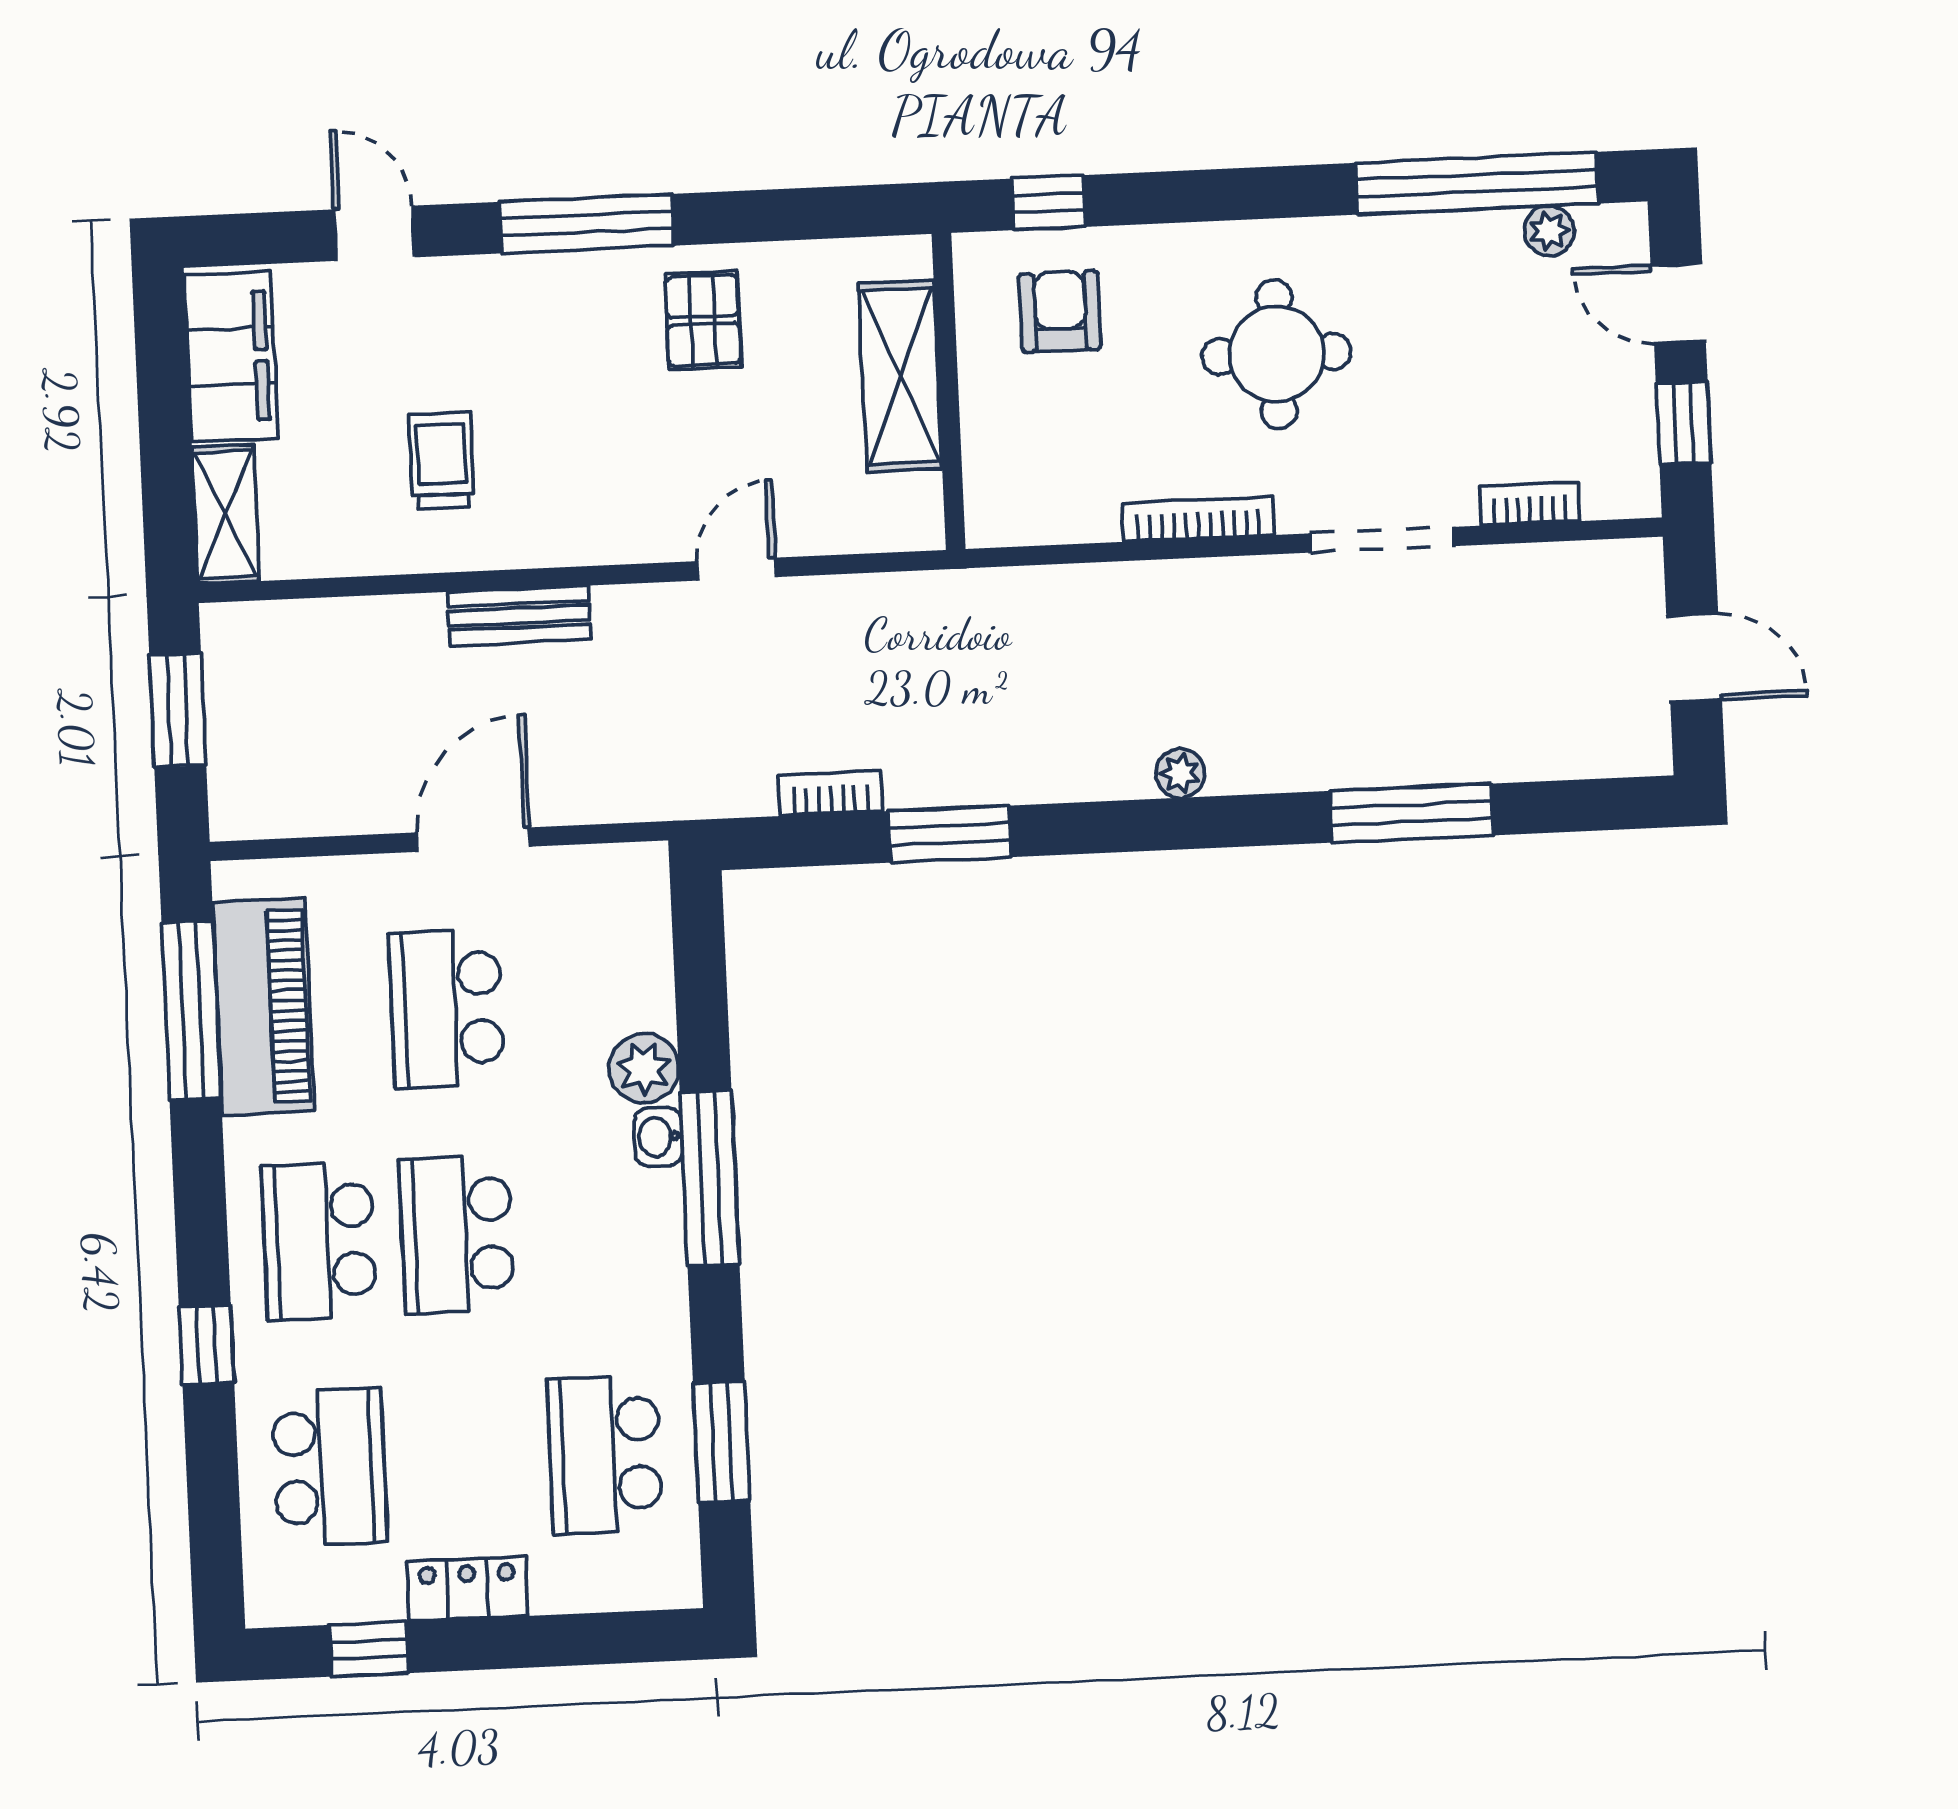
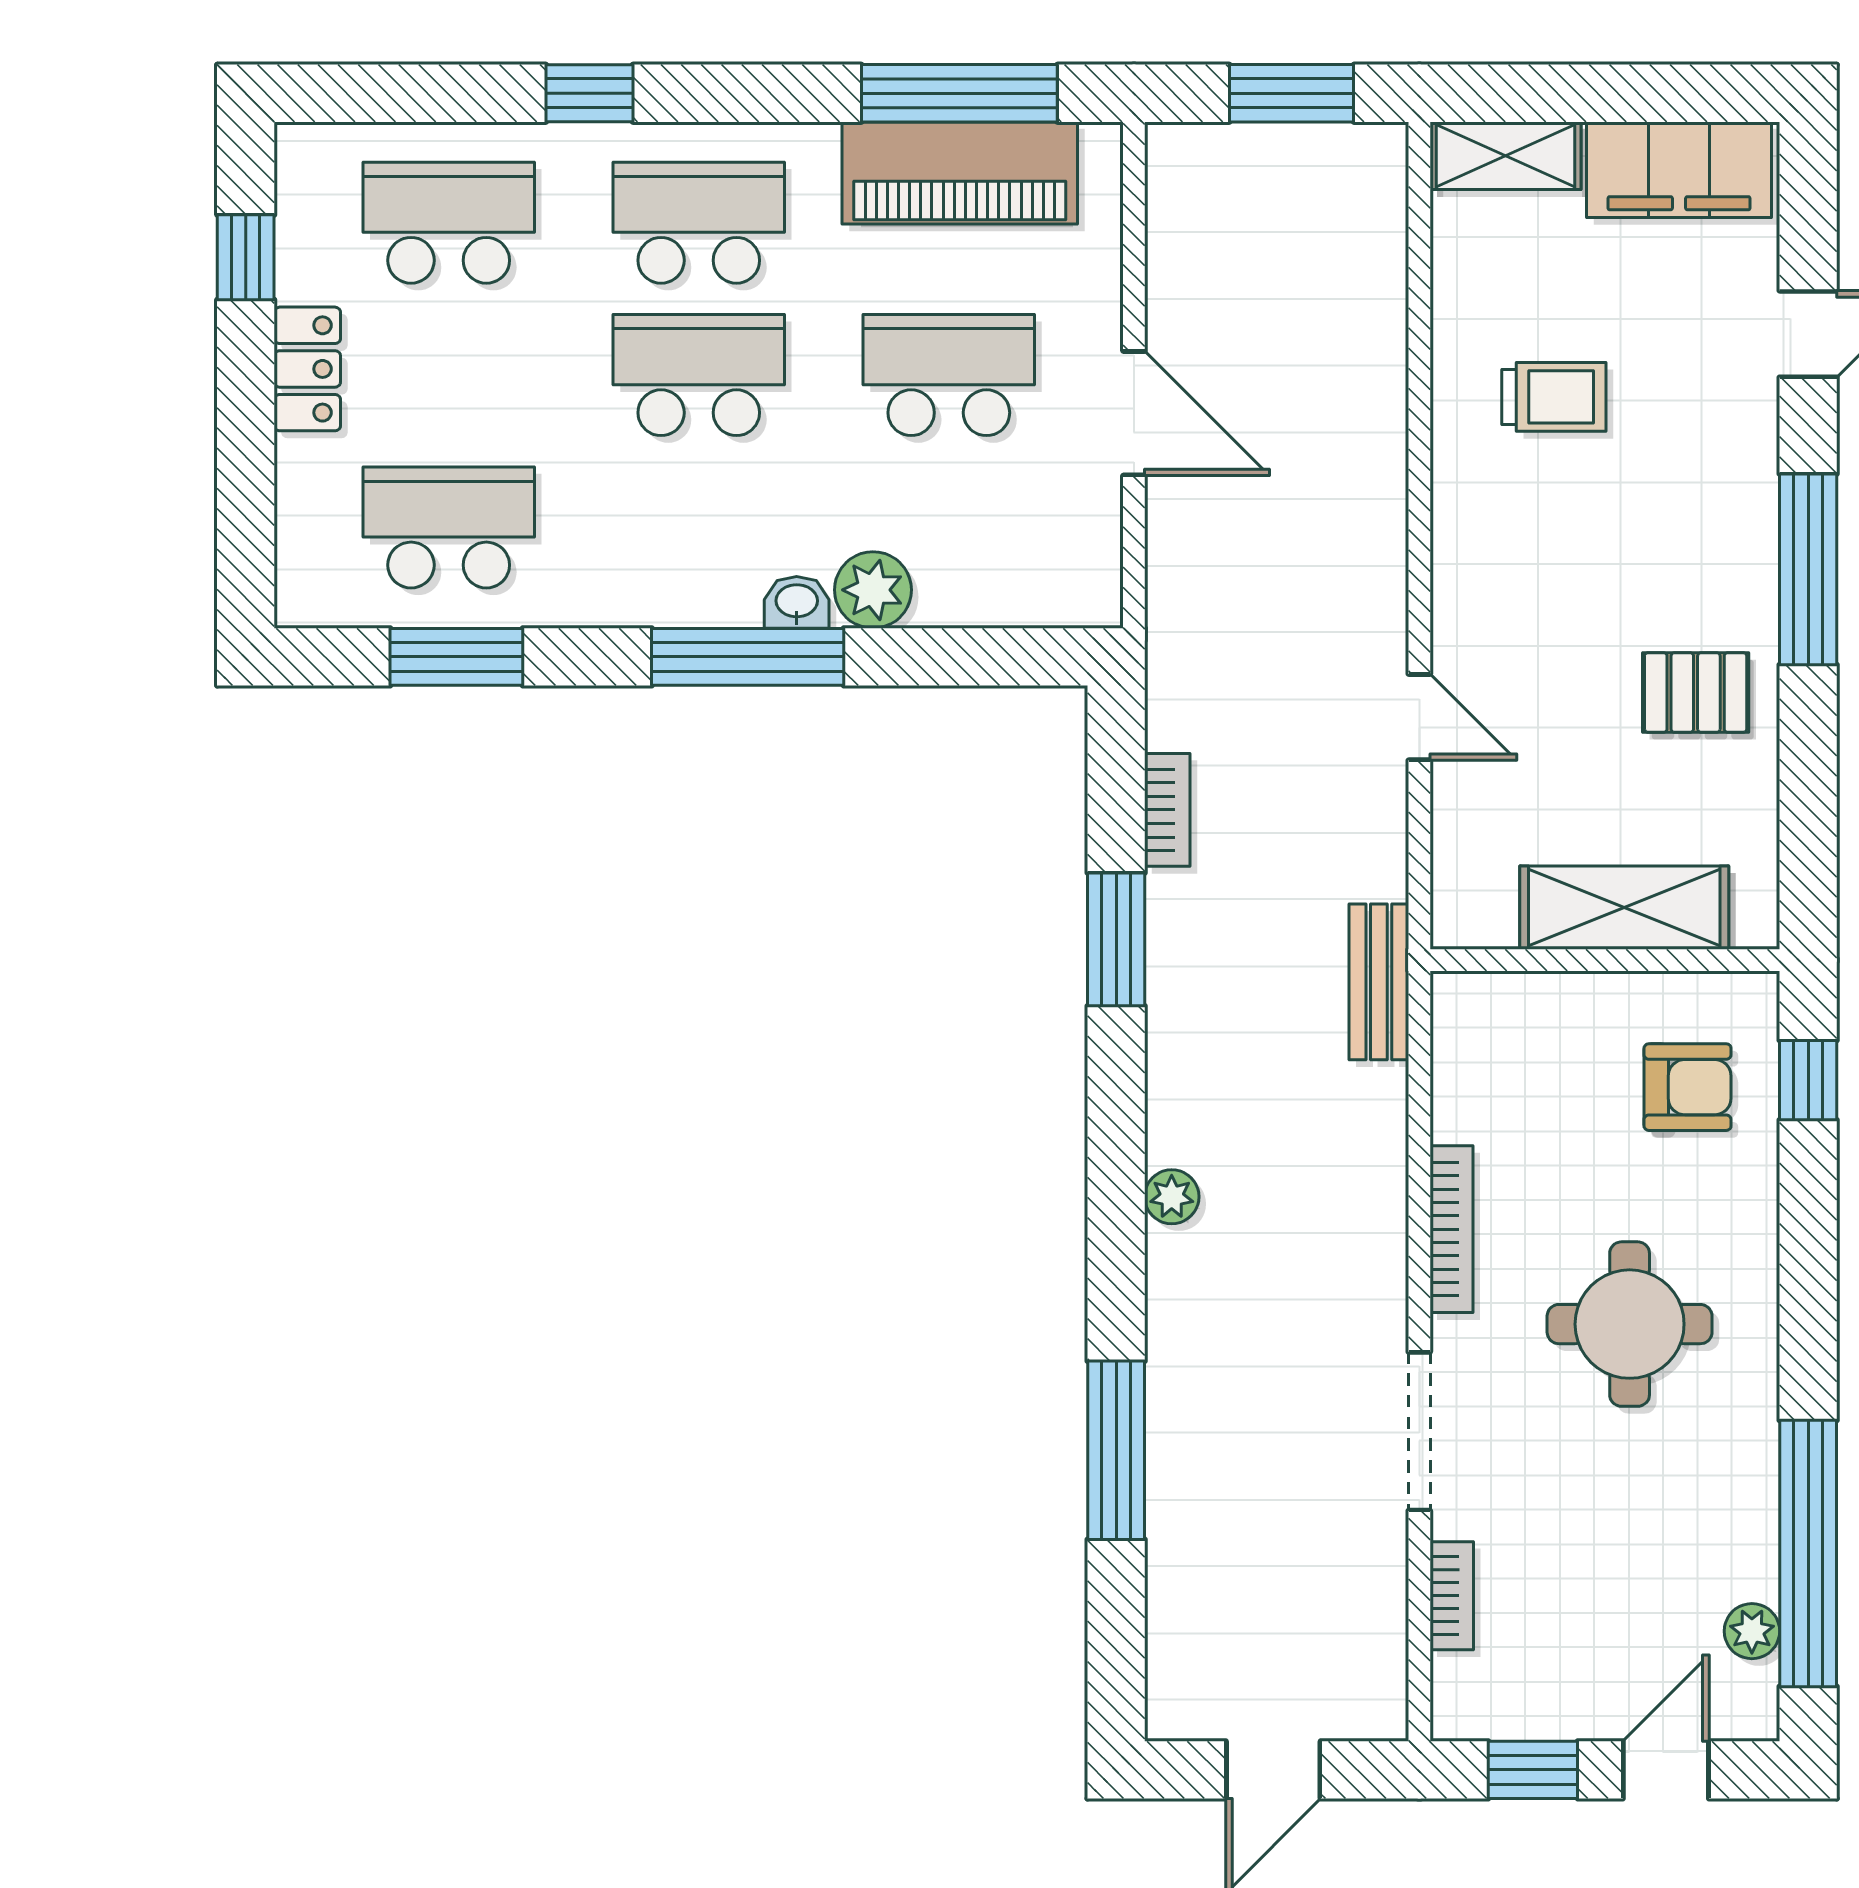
bench: (519, 616) -> (1379, 982), moved
school desk: (329, 1467) -> (449, 223), turned 180

